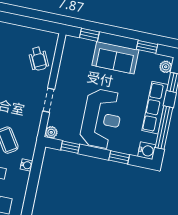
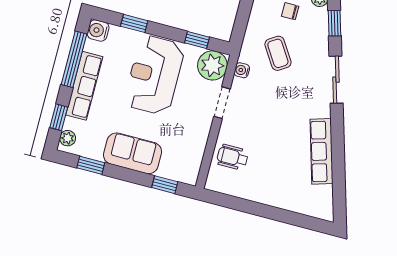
wheelchair: (38, 59) -> (232, 157), turned -64
plant: (51, 132) -> (212, 65), width x1.87, depth x1.87
water cooler: (26, 165) -> (242, 70), moved

